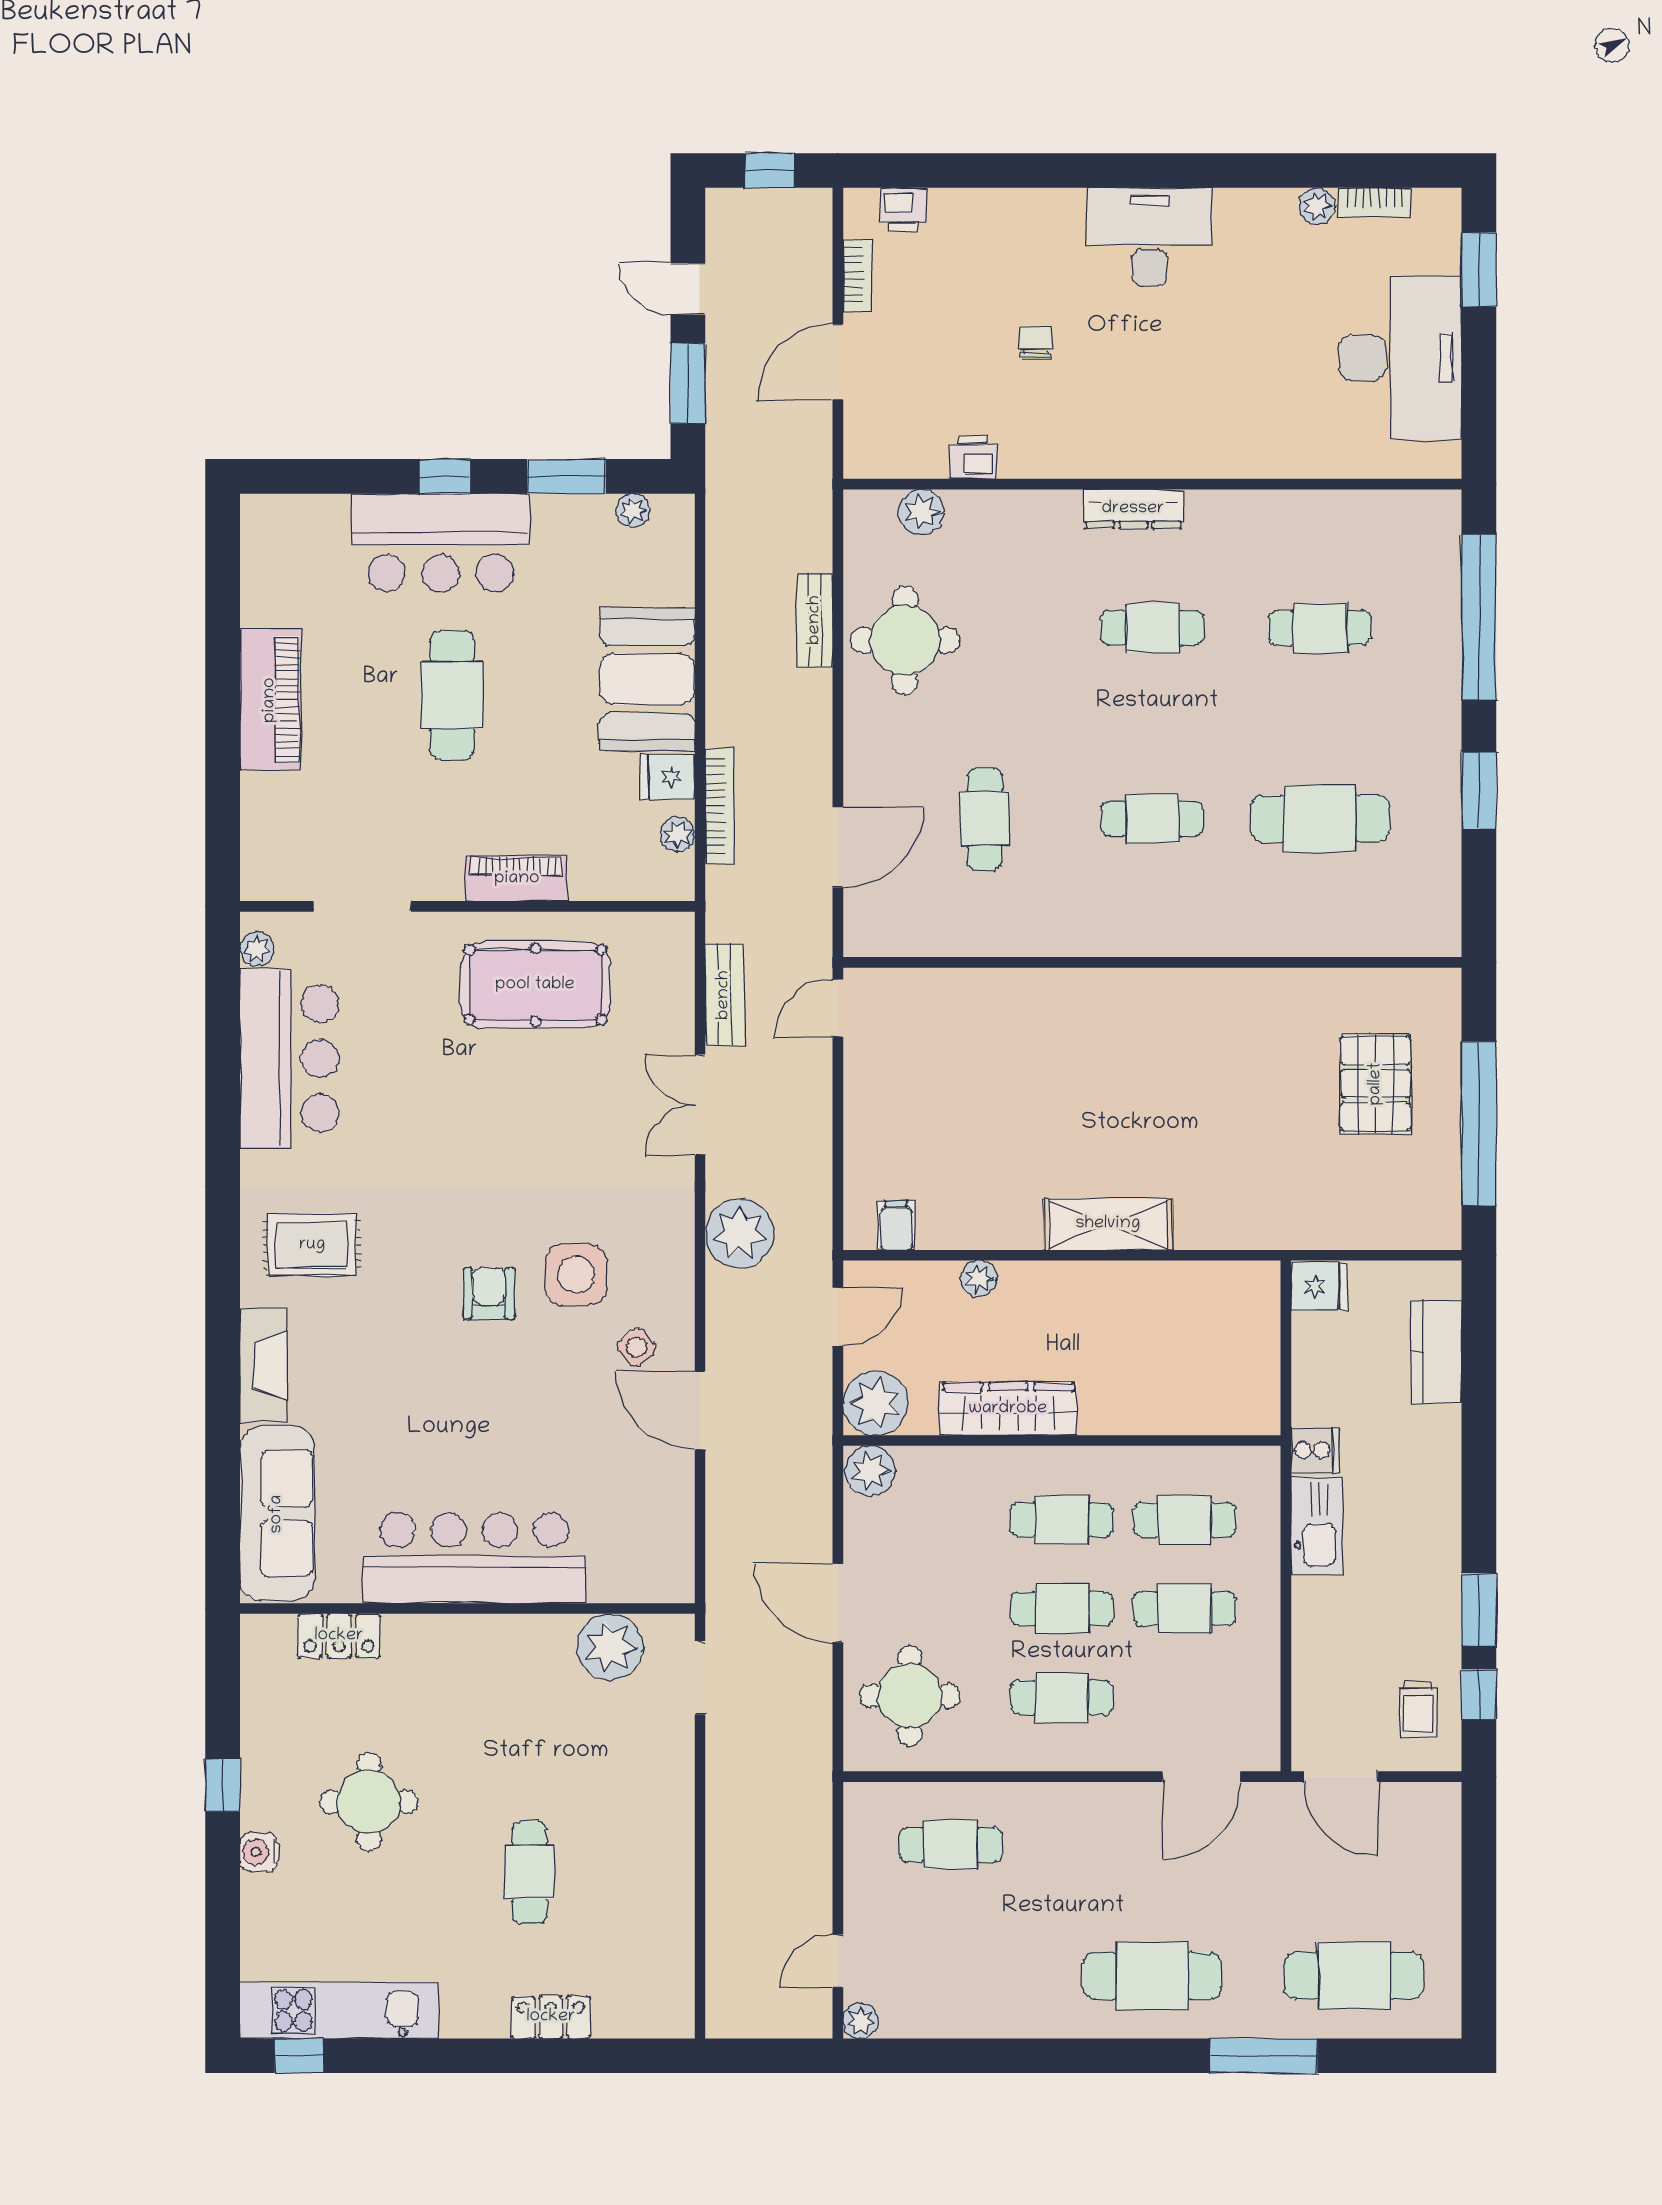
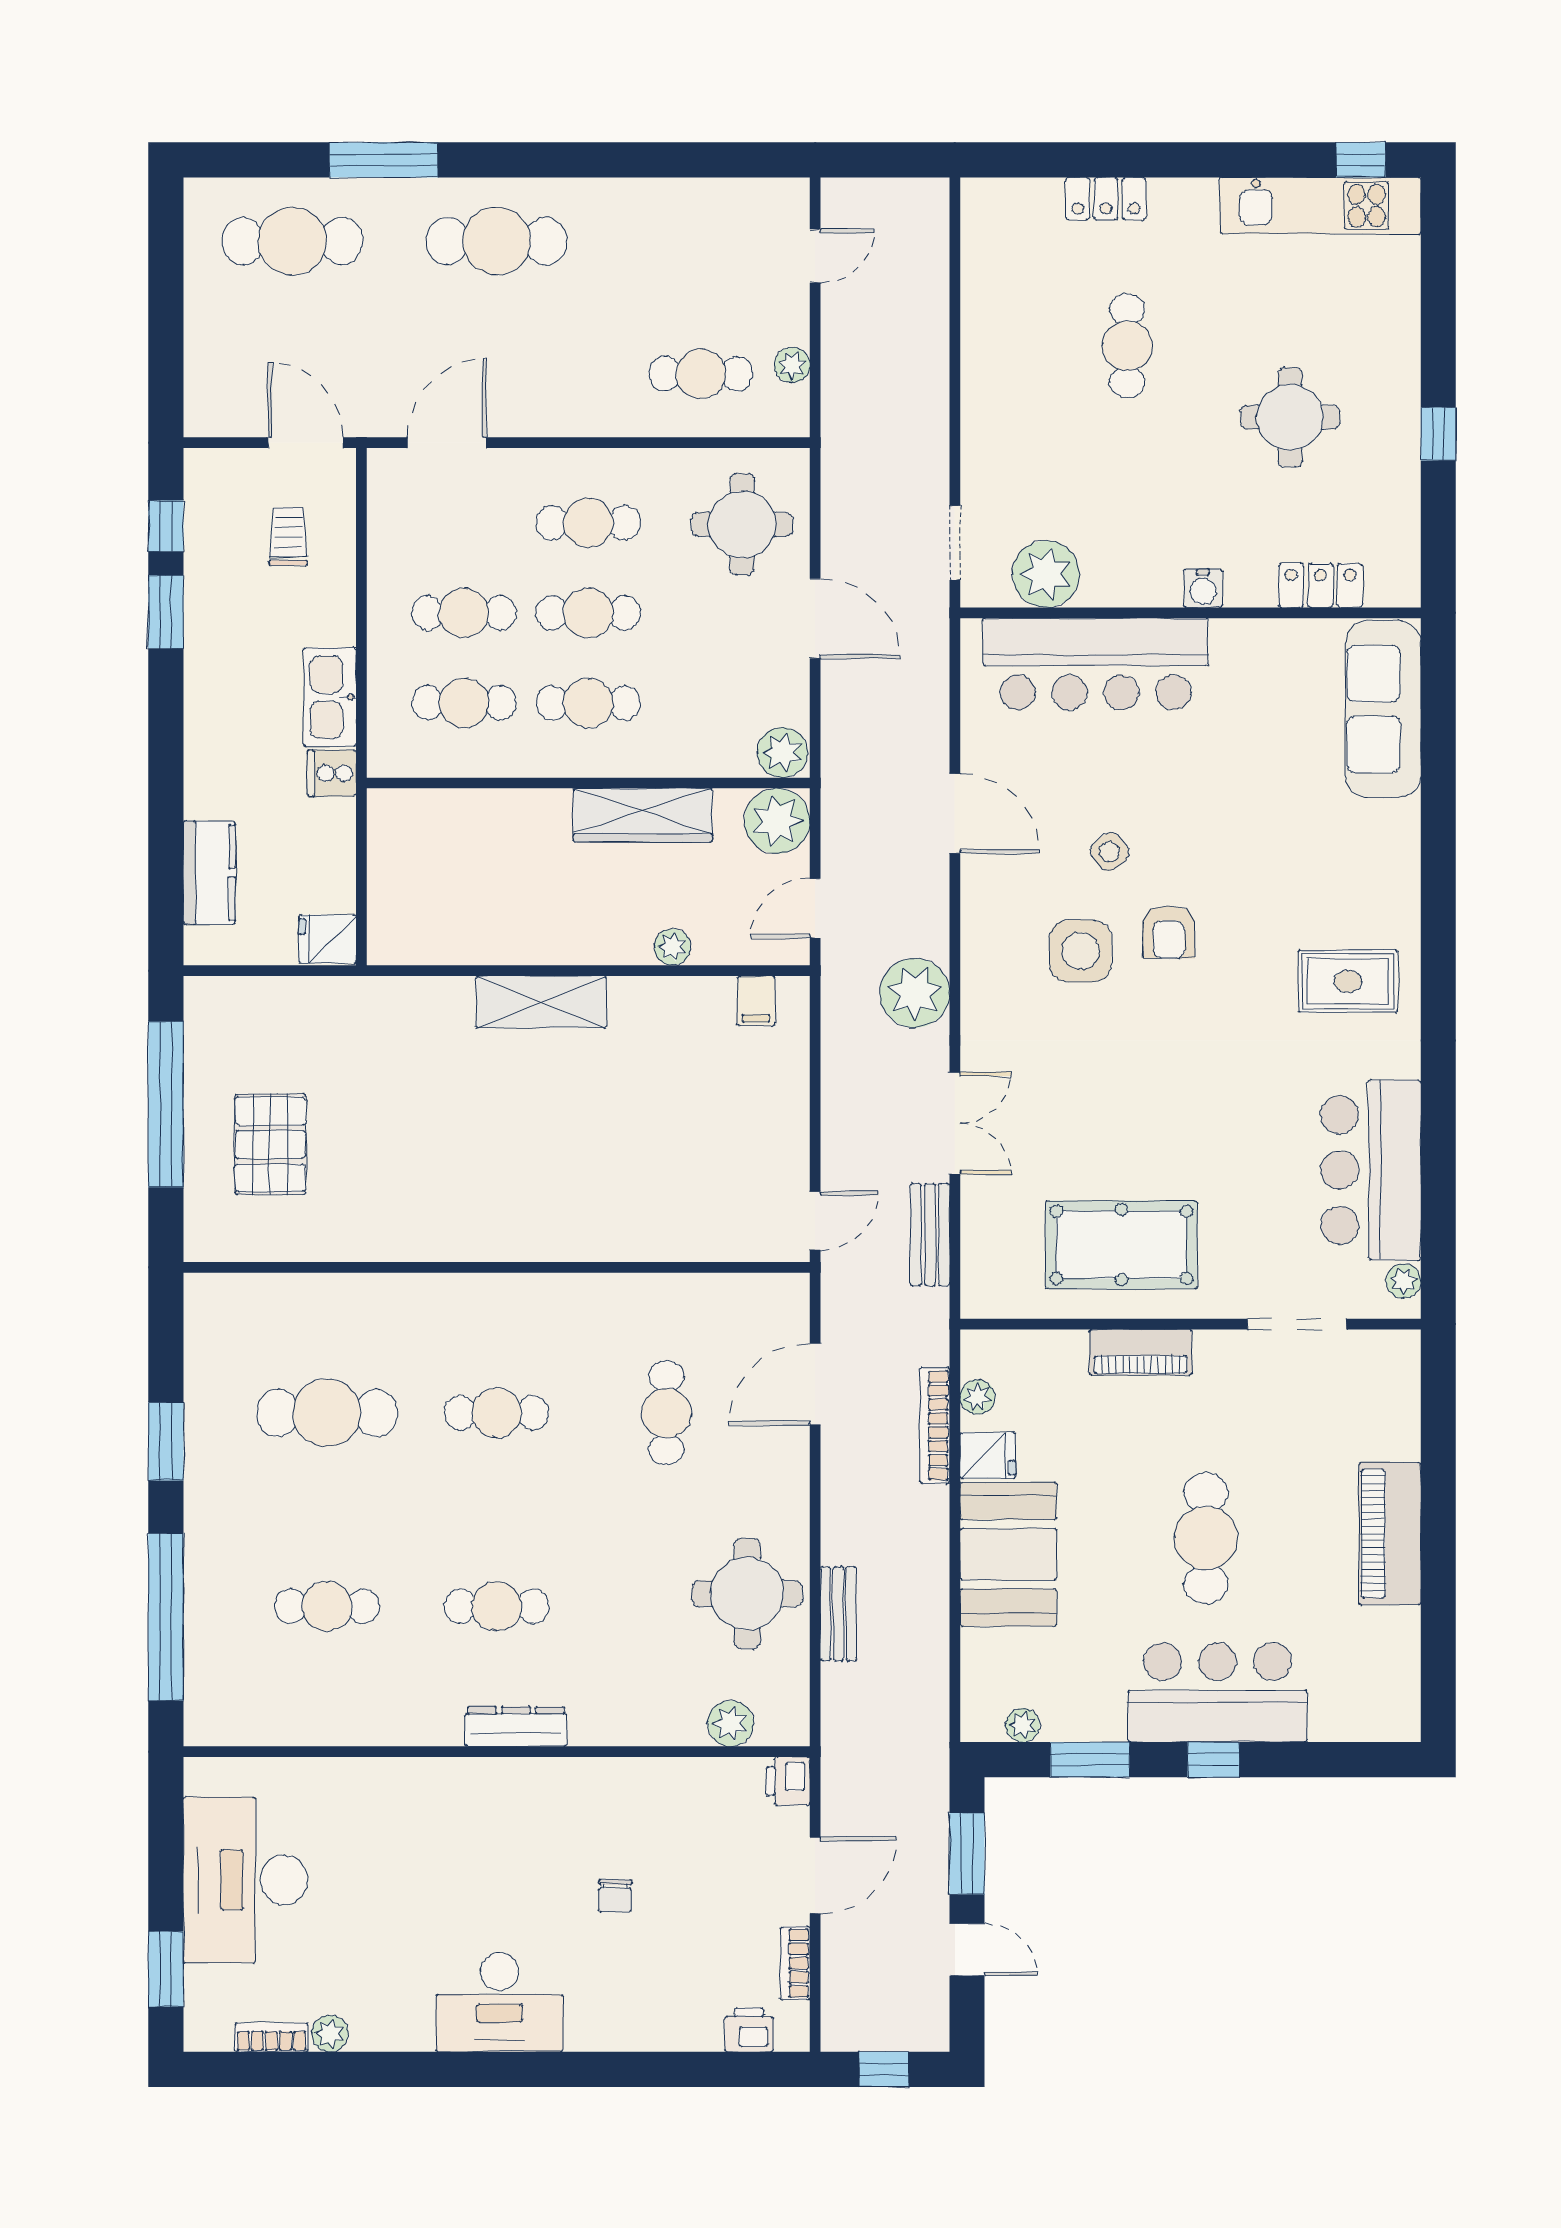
printer: (973, 457) -> (788, 1781), moved, turned 90
side table: (637, 1347) -> (1109, 852), moved
fireplace: (263, 1365) -> (1397, 859), removed
bar counter: (474, 1558) -> (1096, 664), moved
trolley: (1419, 1710) -> (288, 536), moved
water cooler: (259, 1852) -> (1203, 588), moved, turned 90
plant: (861, 2021) -> (792, 365), moved

